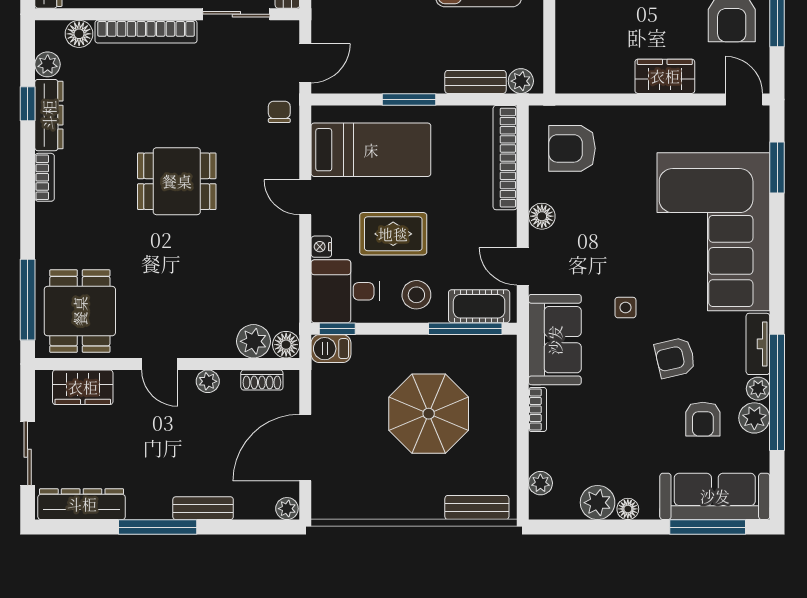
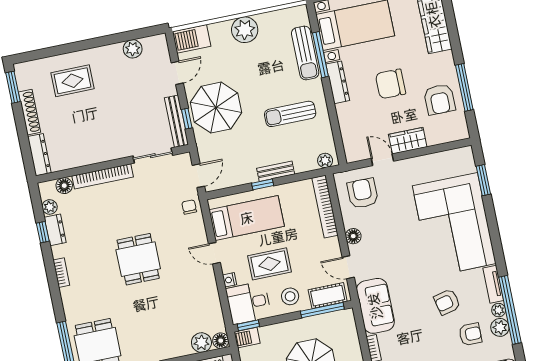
bench: (476, 82) -> (276, 171), moved
window: (409, 99) -> (263, 184), width x0.67
door: (744, 99) -> (382, 160), moved
dresser: (49, 115) -> (55, 230), width x0.70
armchair: (572, 148) -> (363, 193), turned 90
dining table: (177, 181) -> (138, 259), turned 90
side table: (625, 308) -> (412, 279), removed
armchair: (703, 419) -> (470, 334), turned -90

